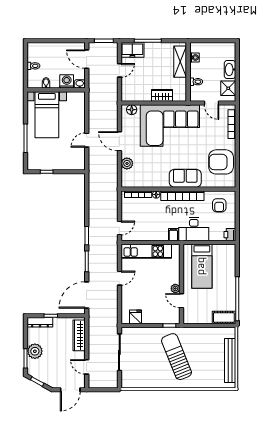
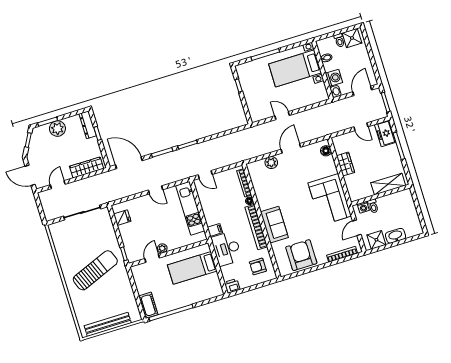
shower: (35, 53) -> (352, 38), added
washing machine: (194, 58) -> (363, 207), moved
wardrobe: (162, 95) -> (346, 164), moved
corner sofa: (170, 126) -> (330, 199), width x0.73, depth x0.74

